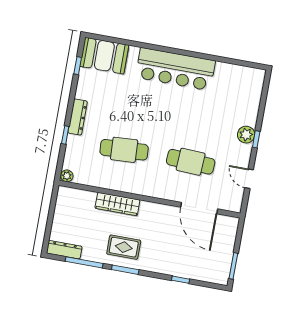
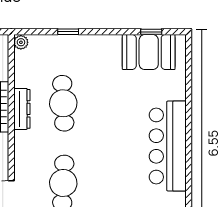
booth: (104, 56) -> (149, 52), moved, turned 90
dresser: (78, 117) -> (22, 109), moved, turned -90

